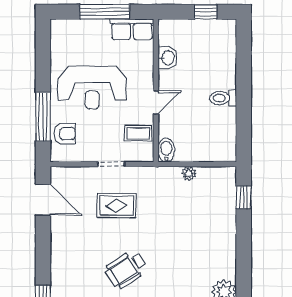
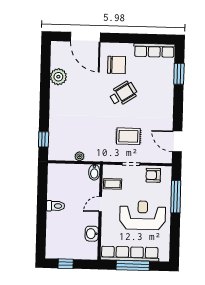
row of seats: (132, 29) -> (130, 254), width x2.02
armchair: (65, 134) -> (153, 175), moved

